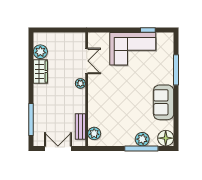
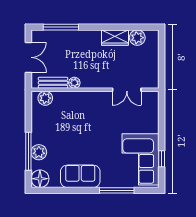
corner sofa: (133, 49) -> (141, 159), moved
plant: (80, 83) -> (74, 83), moved

